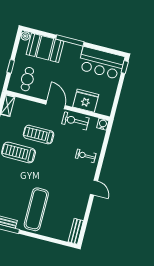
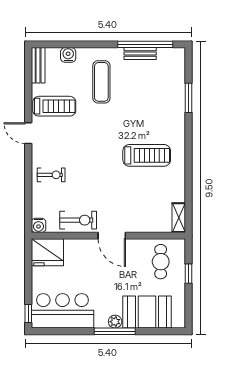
plant: (25, 36) -> (115, 322), moved
fridge: (86, 101) -> (47, 252), moved
treadmill: (39, 135) -> (54, 106), moved
exercise mat: (36, 209) -> (101, 82), width x0.73, depth x0.69
water cooler: (54, 233) -> (68, 55), added

